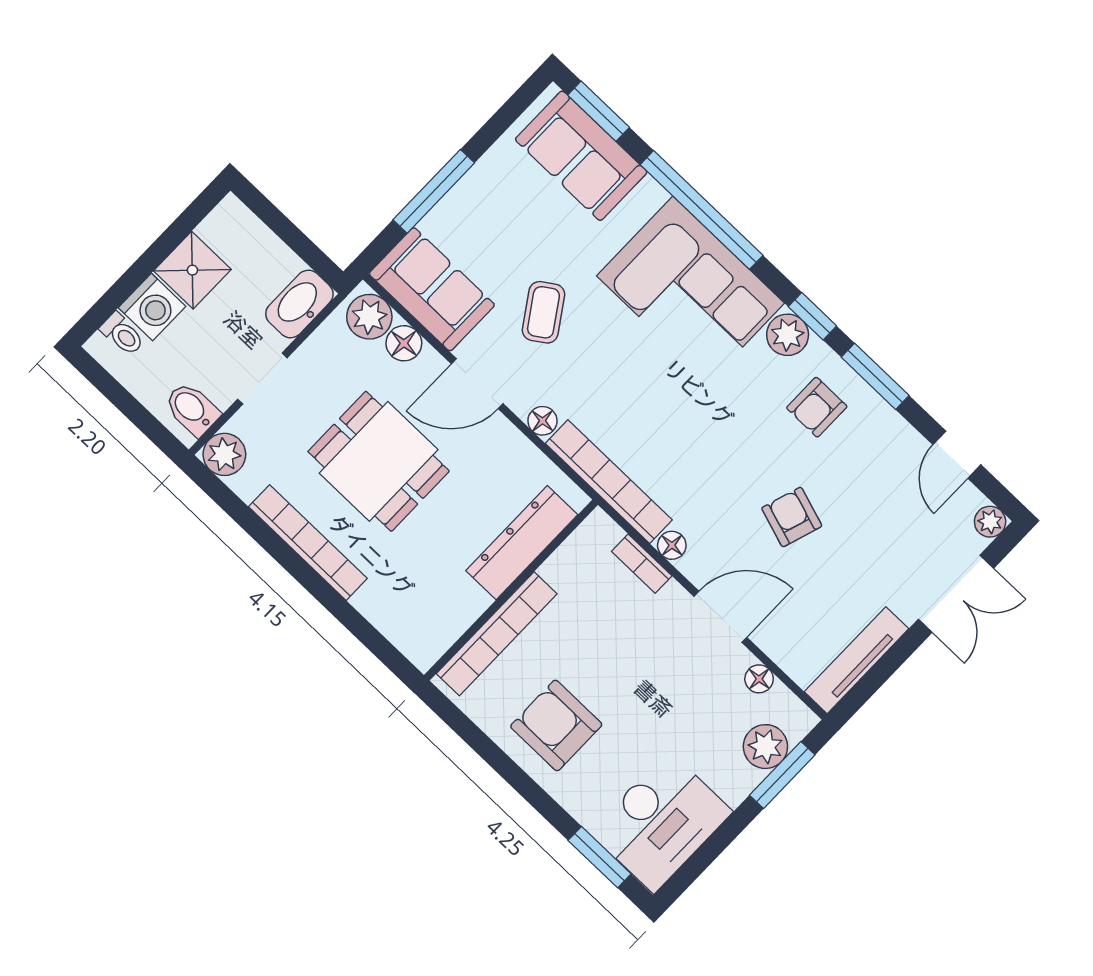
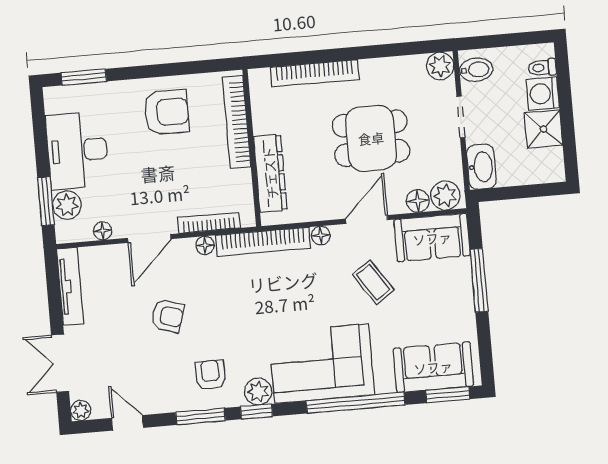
bookcase: (308, 543) -> (315, 73), moved
bookcase: (642, 564) -> (209, 223), width x1.56
desk: (661, 822) -> (77, 150), moved

